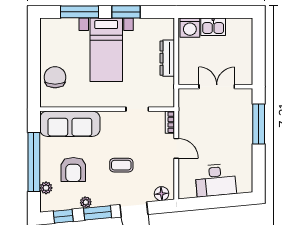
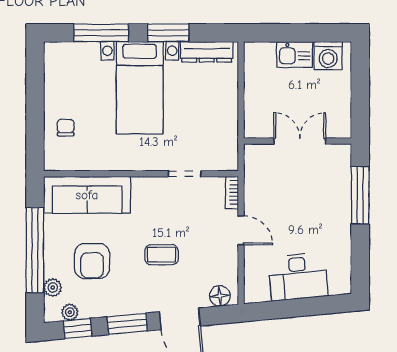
washing machine: (190, 28) -> (328, 56), moved
dresser: (167, 58) -> (207, 52), moved, turned -90
chair: (55, 77) -> (66, 128), width x0.54, depth x0.54
plant: (86, 202) -> (70, 312), moved

